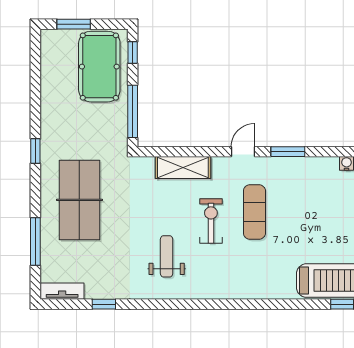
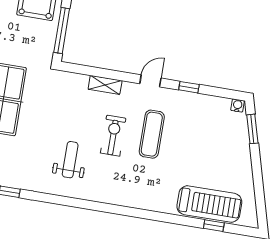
window: (288, 152) -> (189, 87), width x0.67
shelving: (183, 168) -> (105, 85), width x0.67, depth x0.75

